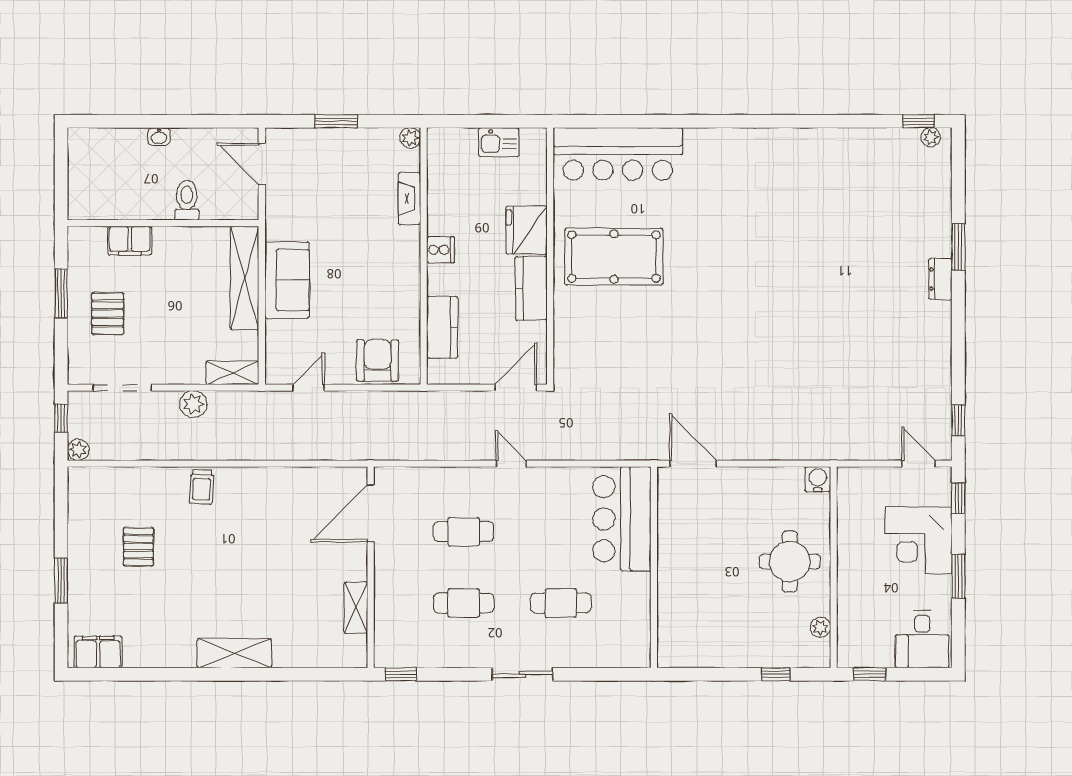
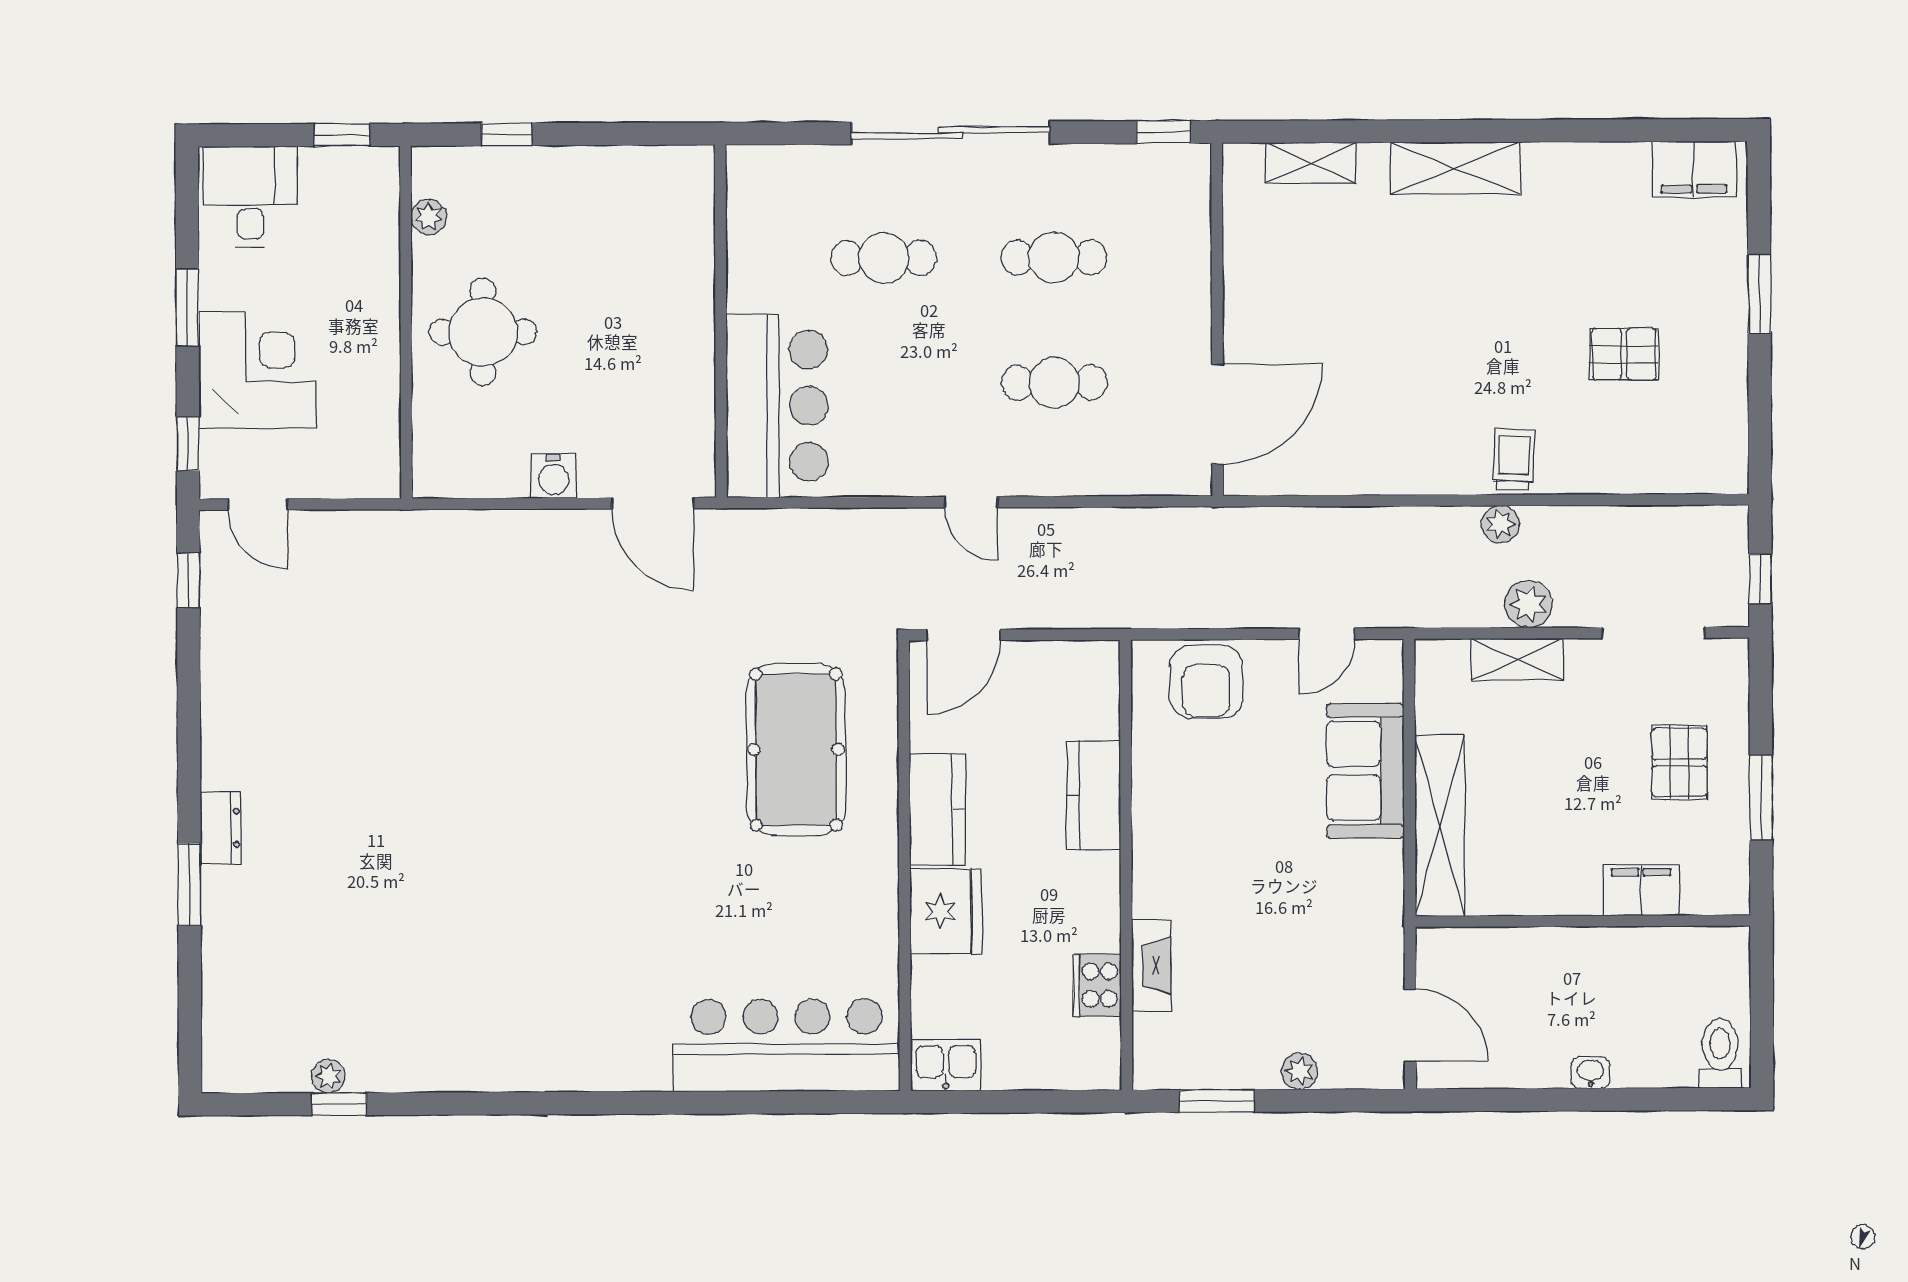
window: (336, 121) -> (1217, 1101), moved
window: (919, 121) -> (339, 1104), moved
plant: (931, 137) -> (328, 1076), moved
plant: (410, 138) -> (1300, 1071), moved
kitchen sink: (499, 142) -> (946, 1065), moved
toilet: (187, 200) -> (1720, 1053), moved, turned 180
cooker: (441, 250) -> (1097, 985), moved, width x1.36
pool table: (614, 257) -> (796, 749), moved, turned 90
sofa: (287, 280) -> (1365, 771), moved
kitchen counter: (442, 327) -> (1093, 795), moved
shelving: (232, 373) -> (1517, 659), moved
plant: (78, 450) -> (1500, 524), moved
water cooler: (818, 479) -> (554, 476), moved
pallet: (138, 547) -> (1624, 354), turned 90
shelving: (356, 608) -> (1311, 163), moved, turned 90
sliding door: (522, 674) -> (950, 133), width x1.86

